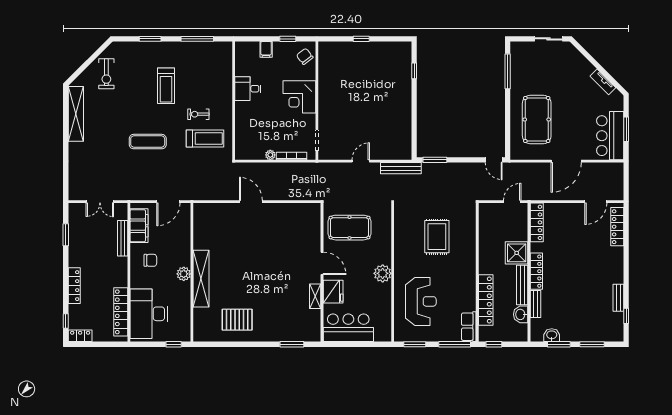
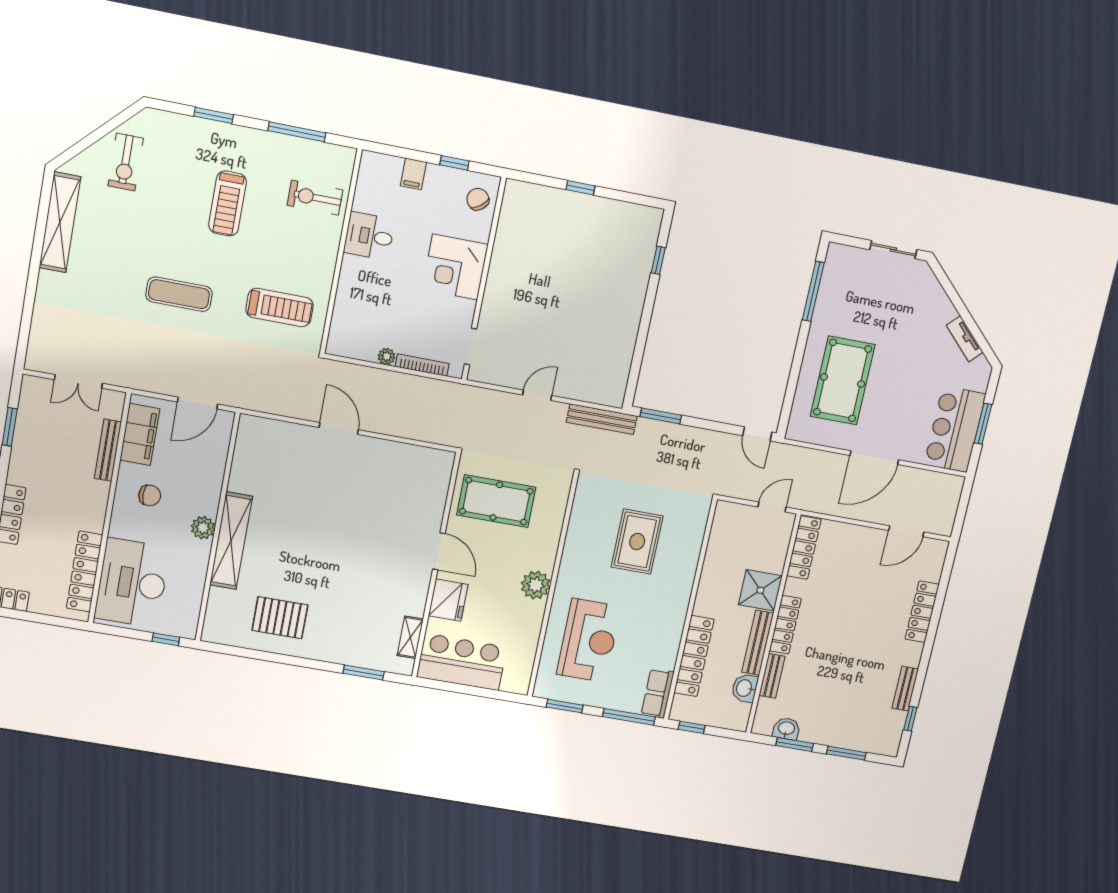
exercise bike: (198, 114) -> (315, 198), moved, width x1.38, depth x1.39
locker: (617, 227) -> (922, 612), moved
shelving: (315, 296) -> (410, 637), moved

